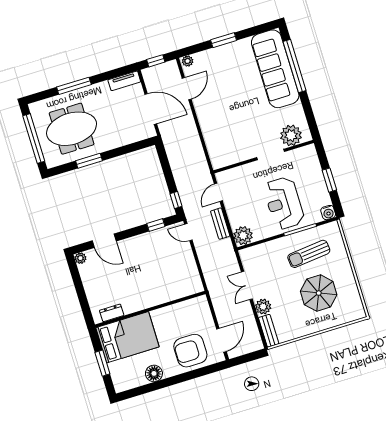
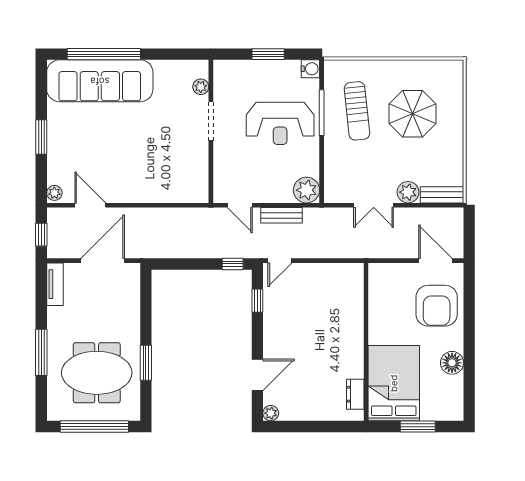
meeting table: (72, 129) -> (97, 373), turned 90
plant: (291, 135) -> (201, 87), width x0.53, depth x0.53

